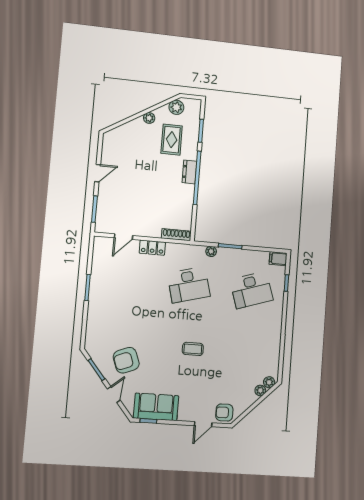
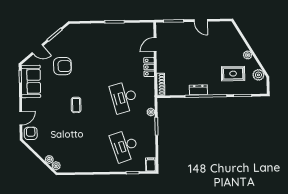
dresser: (189, 172) -> (198, 90), moved
door: (123, 237) -> (155, 45), hinge flipped
armchair: (126, 360) -> (62, 66), moved, turned 111
door: (203, 424) -> (21, 118), swing flipped

